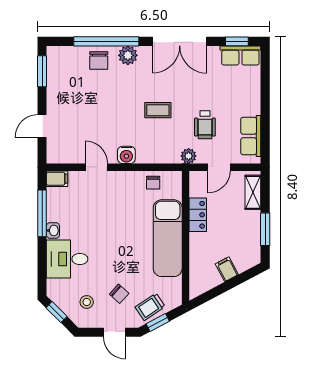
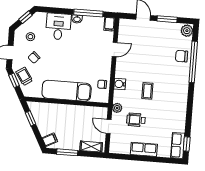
double door: (180, 41) -> (190, 108), removed
plant: (128, 55) -> (187, 31), moved
window: (42, 71) -> (167, 19), moved
row of seats: (251, 136) -> (144, 149), moved
water cooler: (126, 155) -> (120, 84), moved
locker: (198, 215) -> (80, 111), removed
filing cabinet: (227, 269) -> (50, 140), moved
window: (216, 292) -> (30, 118), added

